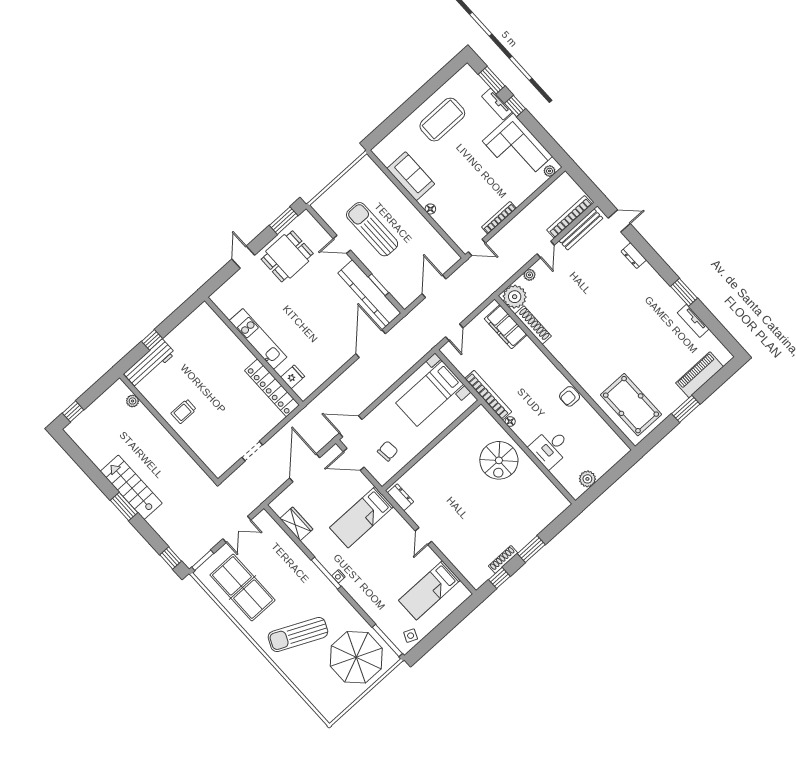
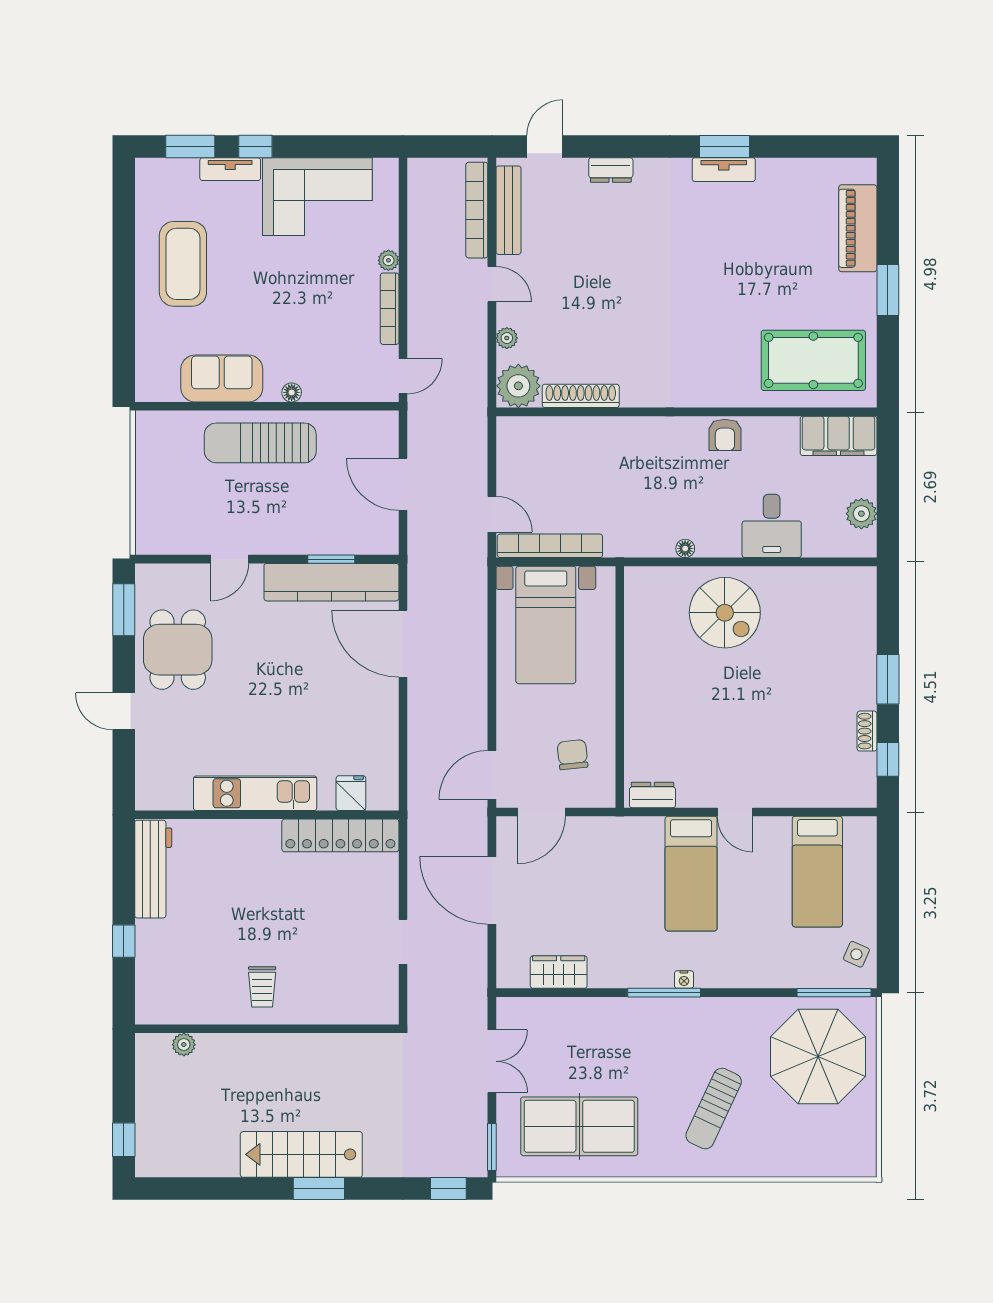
plant: (550, 171) -> (388, 260), moved
sun lounger: (372, 229) -> (260, 443), moved
tv unit: (693, 321) -> (724, 170), moved
filing cabinet: (506, 327) -> (839, 436), moved
workbench: (149, 364) -> (153, 869), moved
bookcase: (488, 395) -> (550, 546), moved
bed: (362, 517) -> (691, 874), moved
shoe rack: (503, 559) -> (867, 731), width x0.70
sun lounger: (298, 634) -> (714, 1109), width x0.73, depth x0.75

